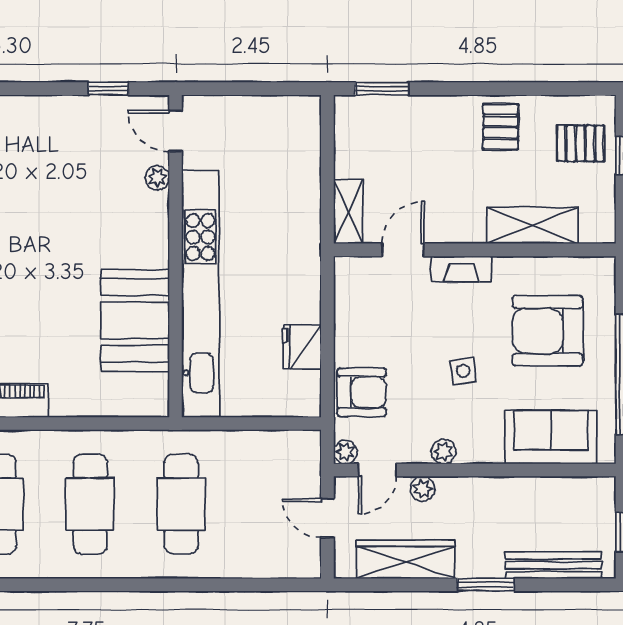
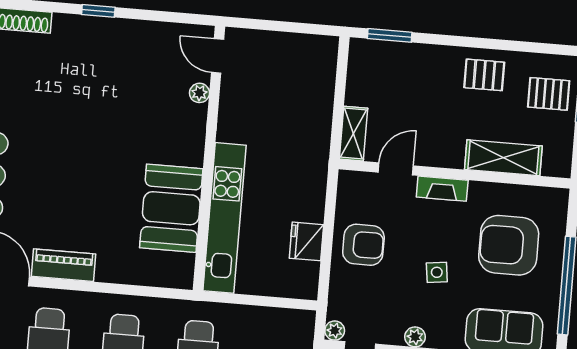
window: (108, 89) -> (98, 11), moved
pallet: (501, 127) -> (484, 75), turned 90
kitchen unit: (200, 294) -> (224, 218), width x0.73
armchair: (362, 392) -> (363, 245), moved

